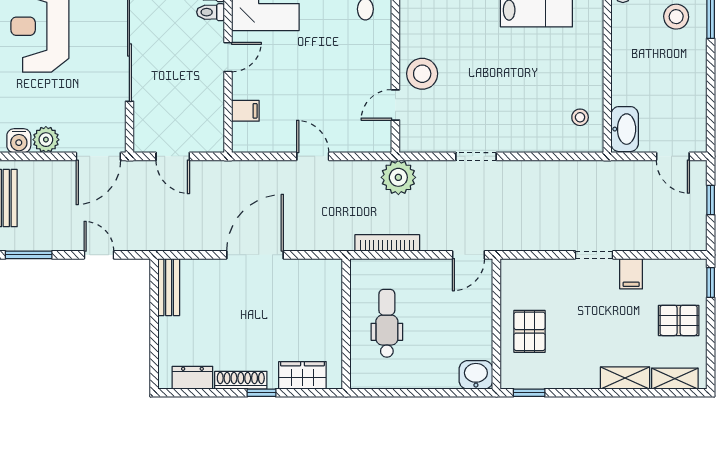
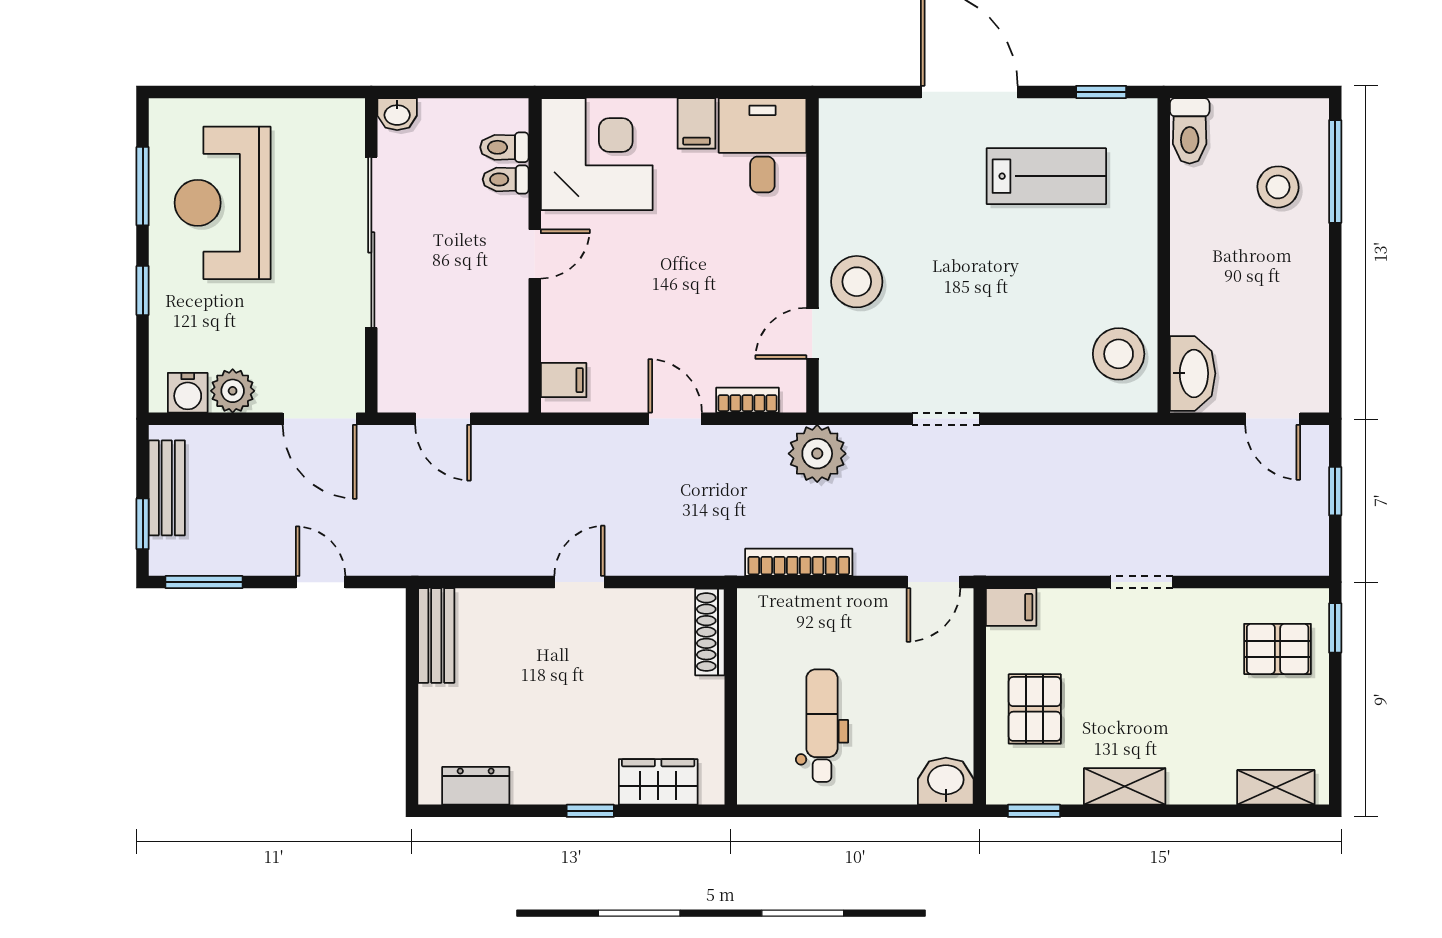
filing cabinet: (245, 111) -> (564, 380), moved
stool: (580, 117) -> (1119, 354), width x1.89, depth x1.89
bookcase: (356, 145) -> (748, 400), added
door: (98, 156) -> (320, 419), hinge flipped
door: (255, 255) -> (579, 582), width x0.53
filing cabinet: (631, 274) -> (1011, 607), moved, turned -90
pallet: (679, 320) -> (1278, 649), moved
dental chair: (387, 323) -> (822, 726), moved
shelving: (625, 378) -> (1125, 786), moved
shoe rack: (241, 380) -> (710, 632), moved, turned -90

